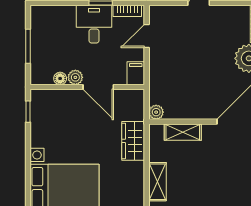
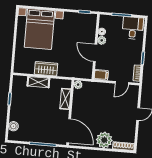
desk: (94, 24) -> (133, 28), moved, turned -90
door: (147, 36) -> (122, 83), swing flipped
door: (98, 87) -> (95, 53), hinge flipped
wardrobe: (133, 141) -> (46, 69), moved

